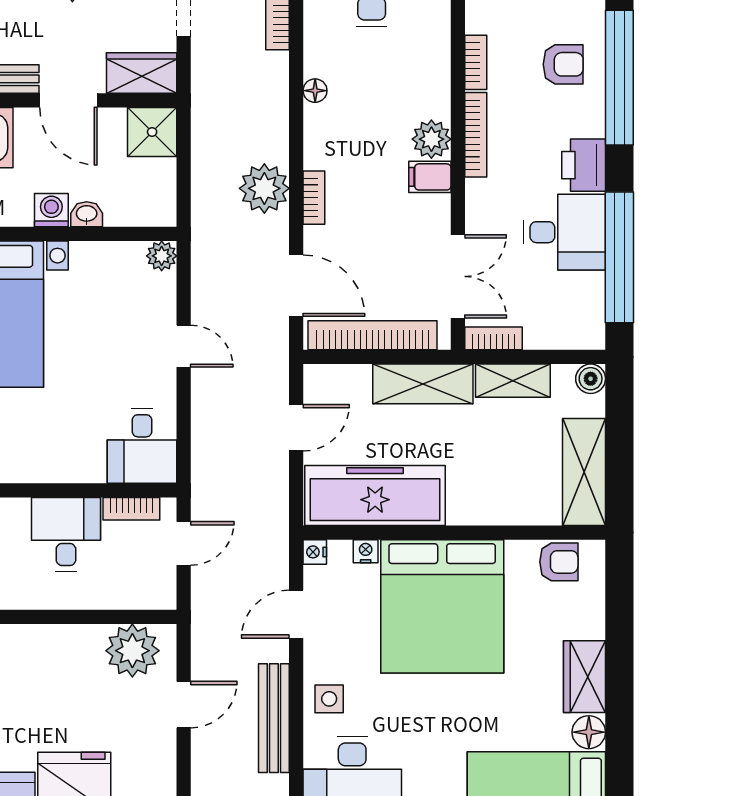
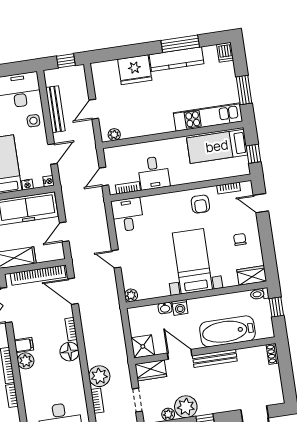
floor lamp: (315, 91) -> (69, 352), moved, width x1.89, depth x1.89
plant: (264, 188) -> (99, 376), moved
plant: (132, 651) -> (114, 135), width x0.53, depth x0.53

